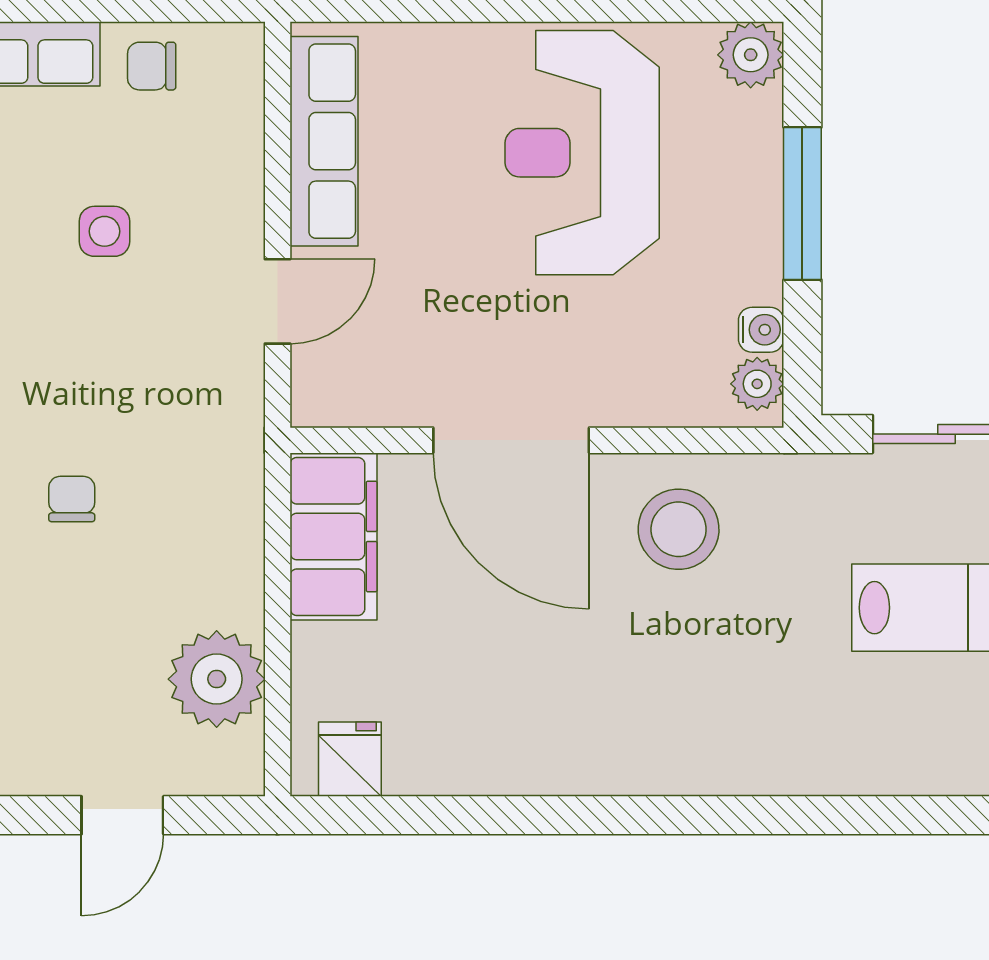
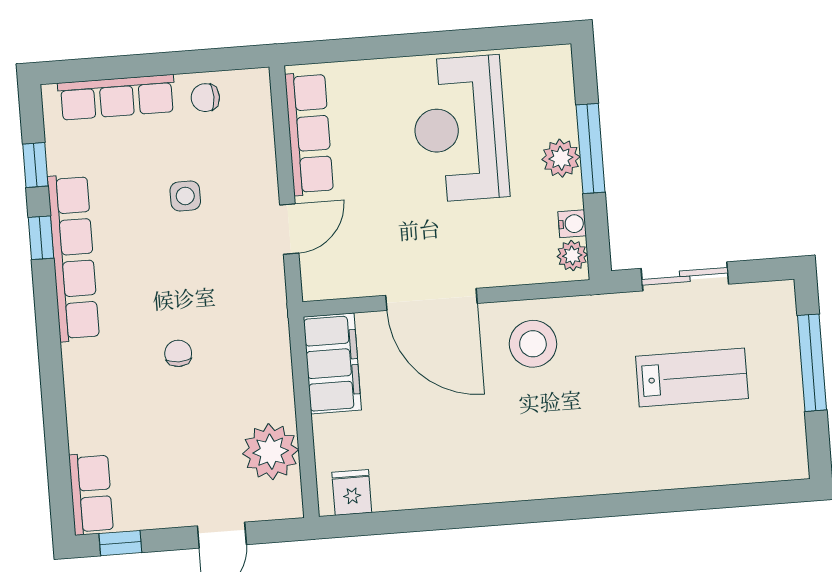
plant: (751, 55) -> (561, 158), moved

